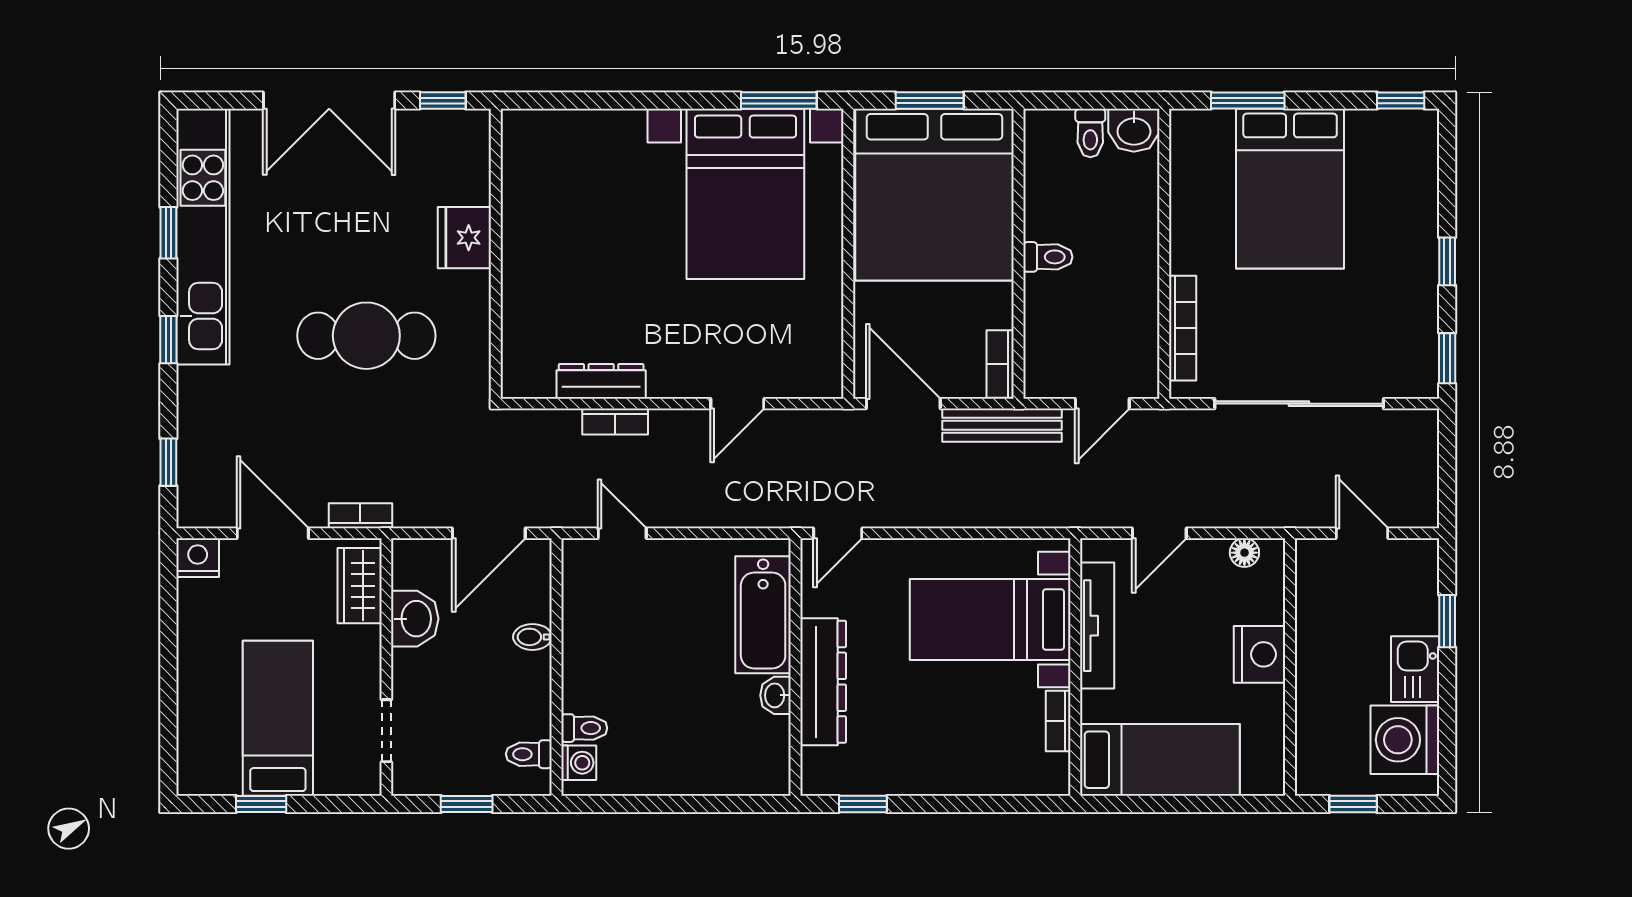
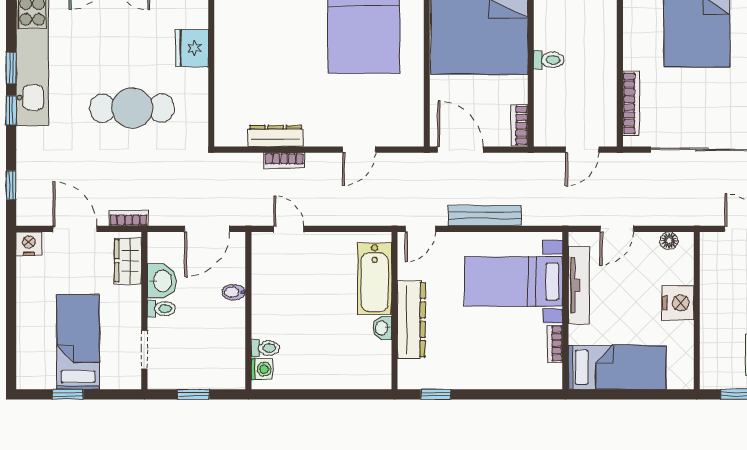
window: (168, 233) -> (11, 68), moved
bench: (1002, 425) -> (485, 216), moved
toilet: (529, 754) -> (161, 309), moved, turned 180

